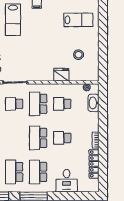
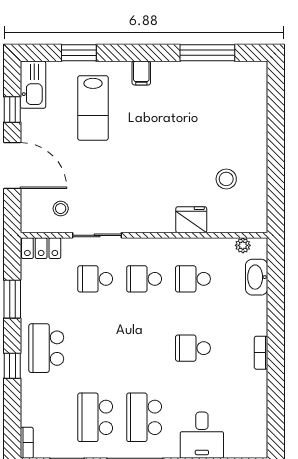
lab bench: (78, 20) -> (226, 108), removed
school desk: (38, 104) -> (144, 279), width x0.54
school desk: (38, 138) -> (144, 348), removed
locker: (94, 164) -> (258, 401), removed

